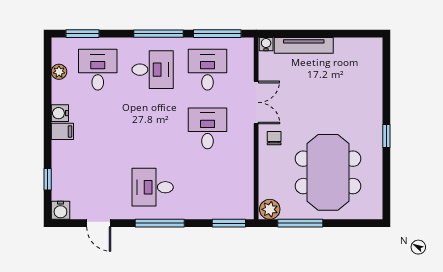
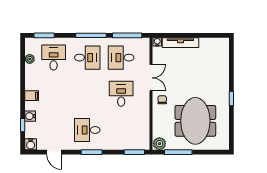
desk: (207, 70) -> (121, 58), turned -90
water cooler: (60, 113) -> (30, 116), moved
window: (160, 223) -> (92, 152), width x0.69

